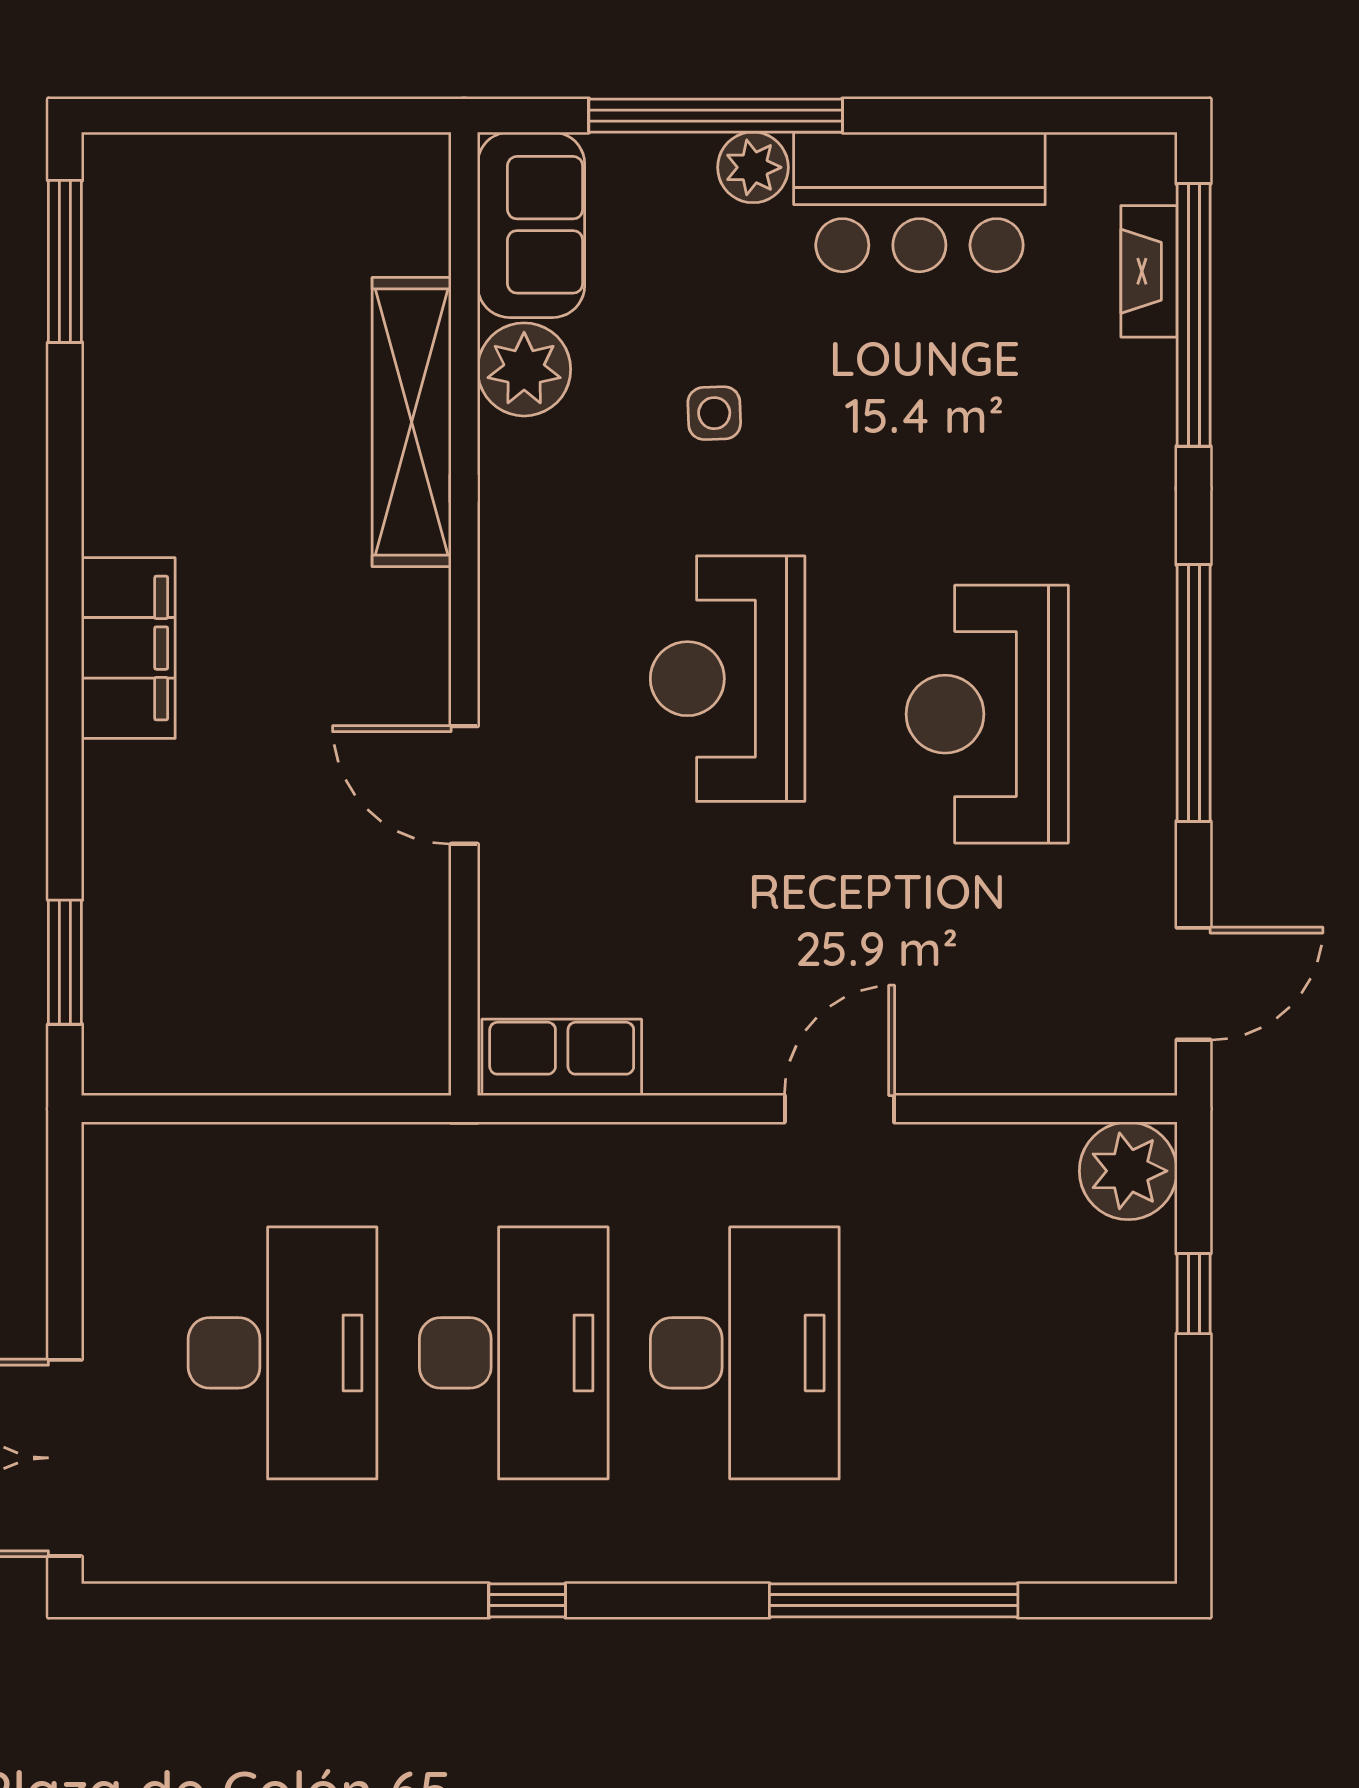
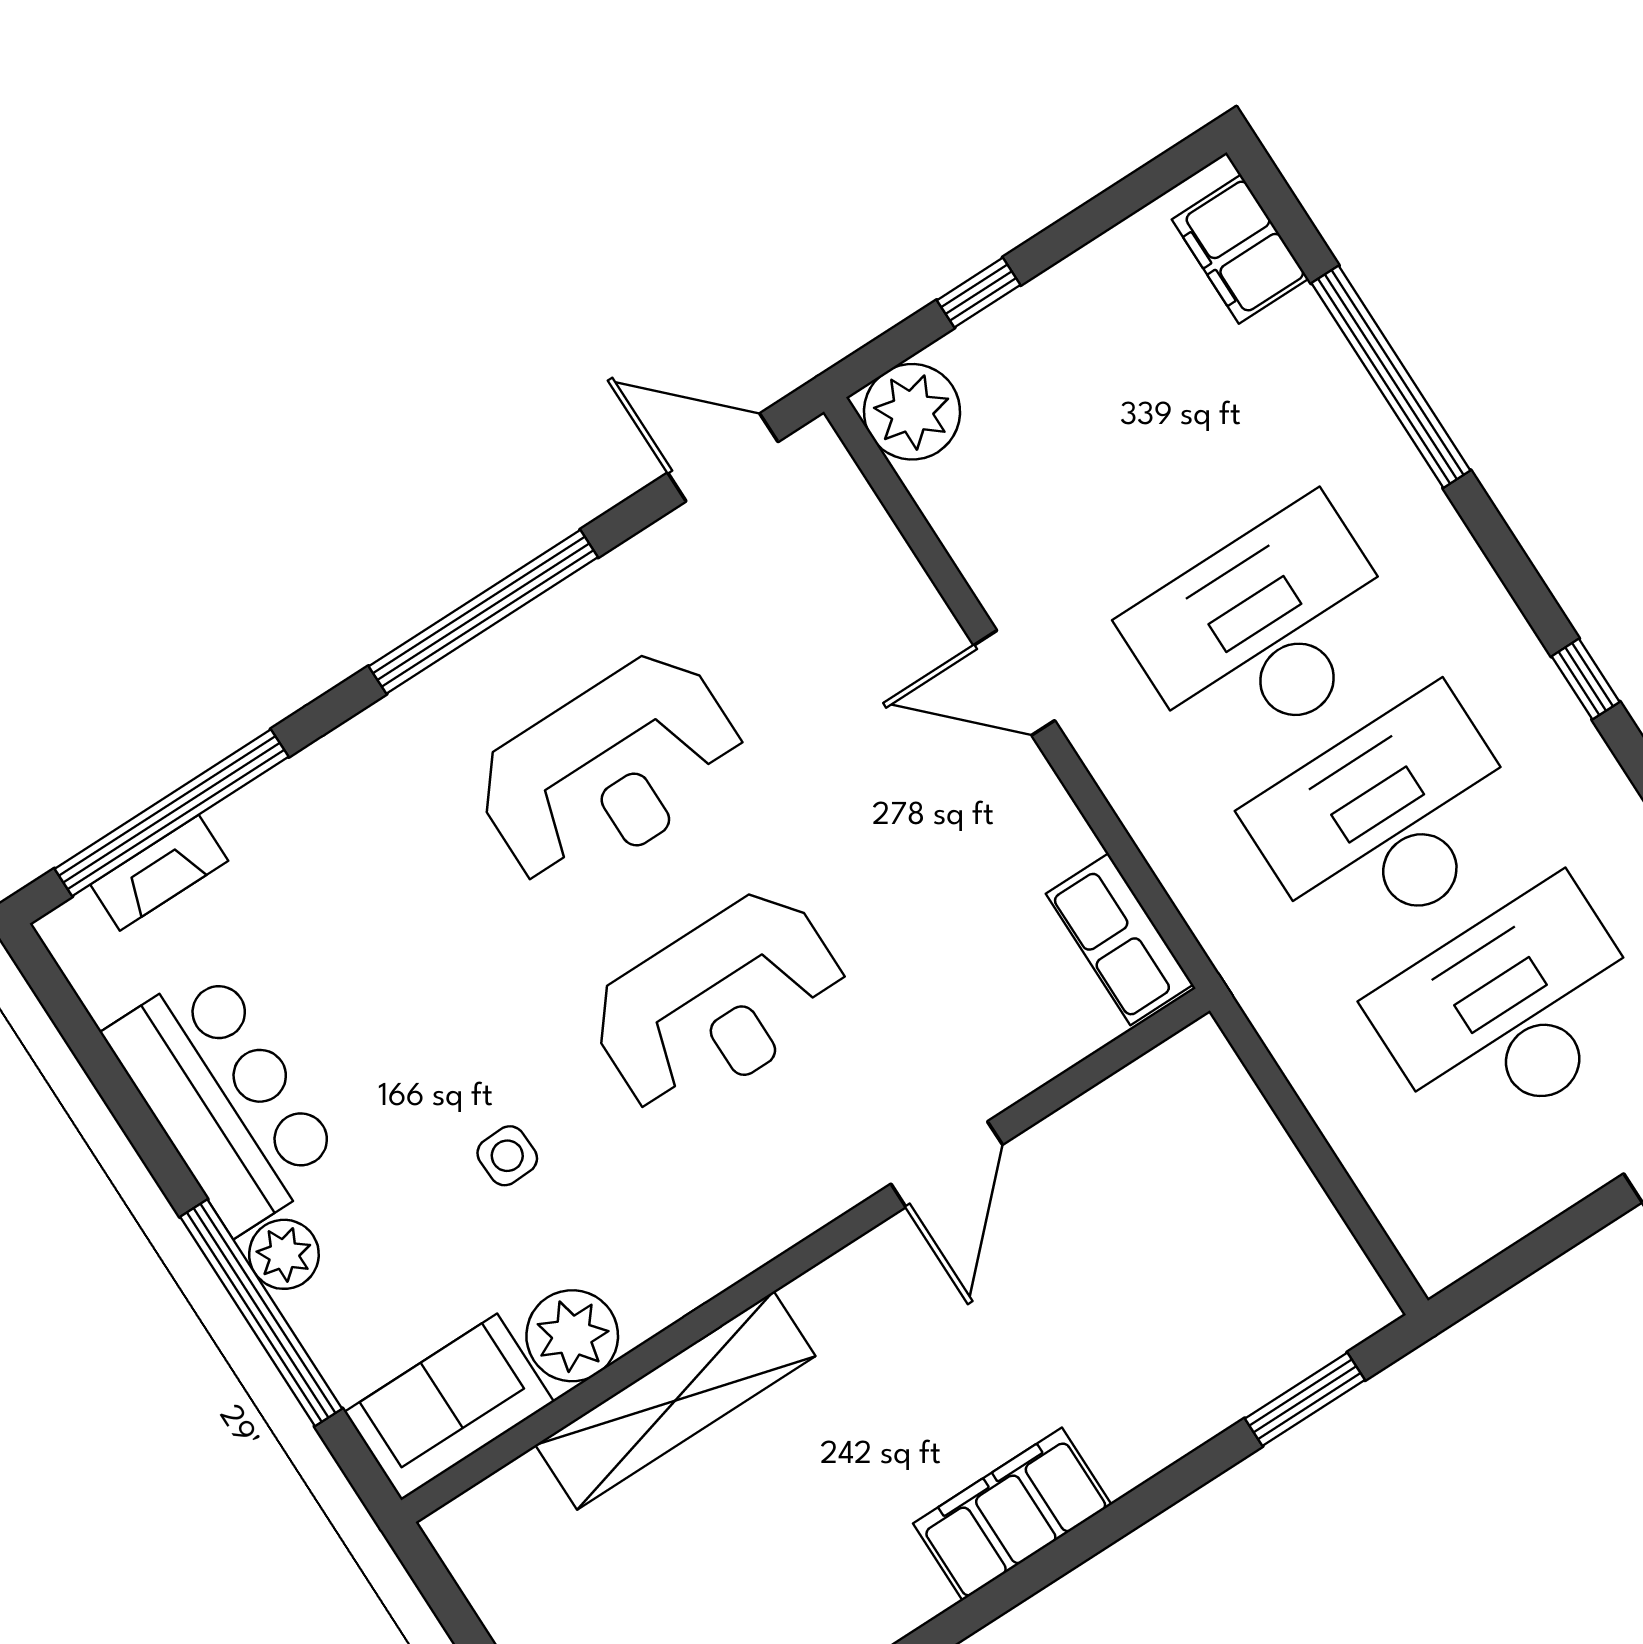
filing cabinet: (1086, 1542) -> (1240, 249), added

